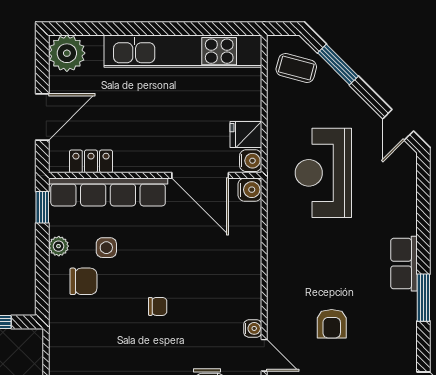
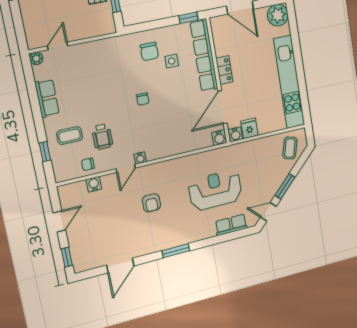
window: (338, 65) -> (285, 186), moved
locker: (91, 161) -> (224, 70), moved
reception desk: (323, 173) -> (215, 190), moved
plant: (59, 246) -> (167, 32), removed
row of seats: (404, 264) -> (231, 225), moved
armchair: (332, 324) -> (151, 203), turned -90

